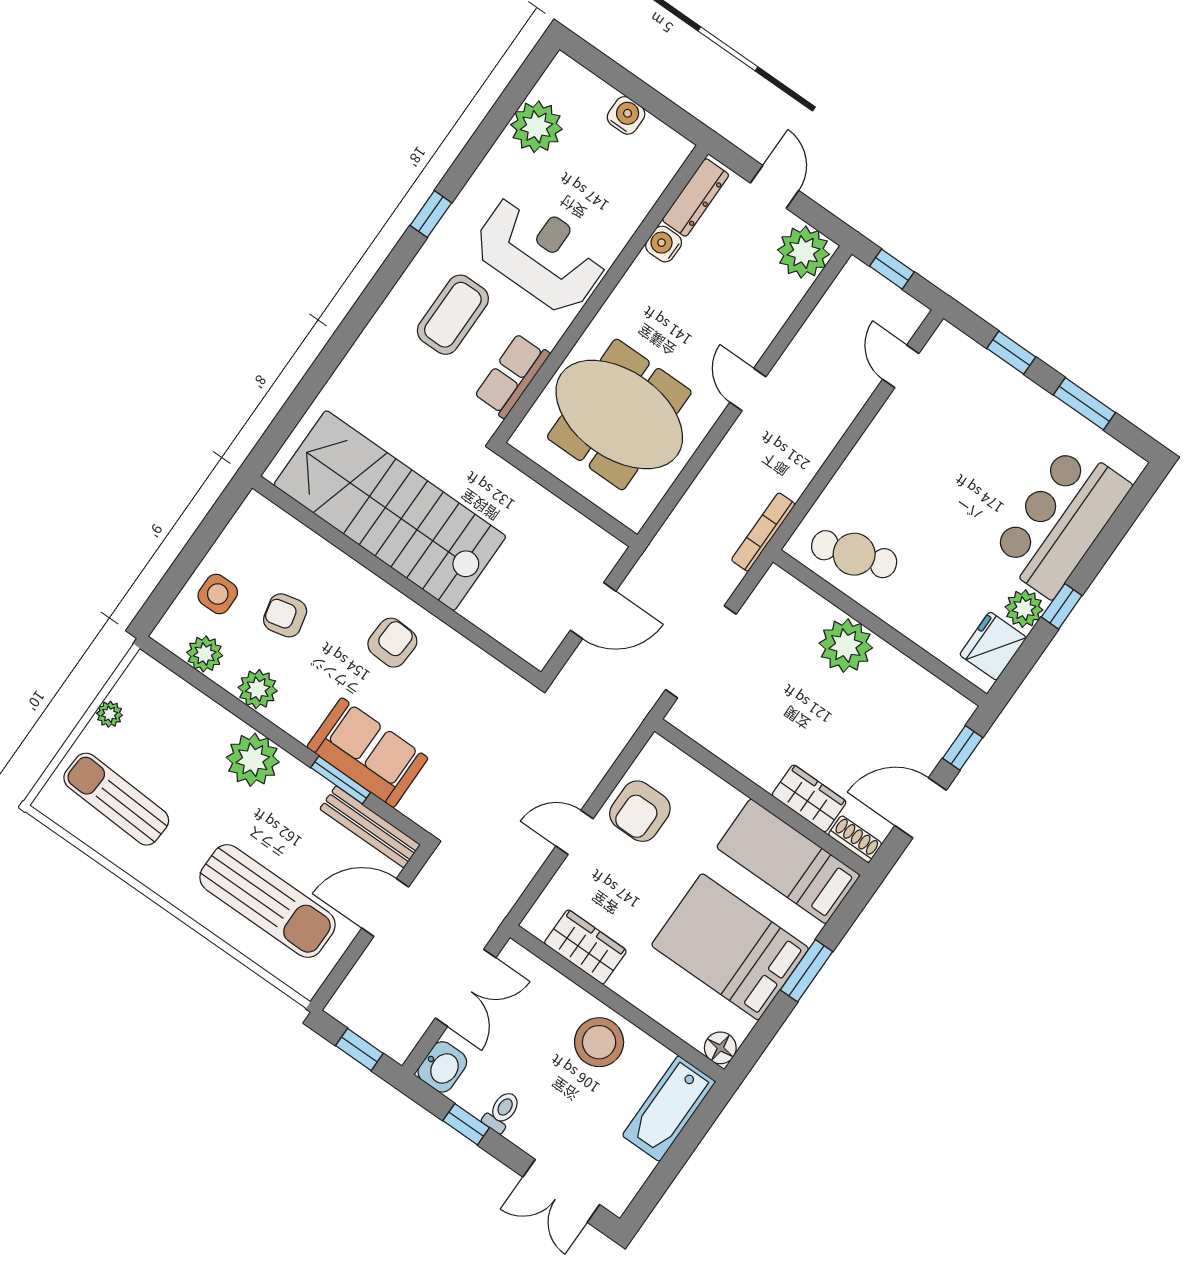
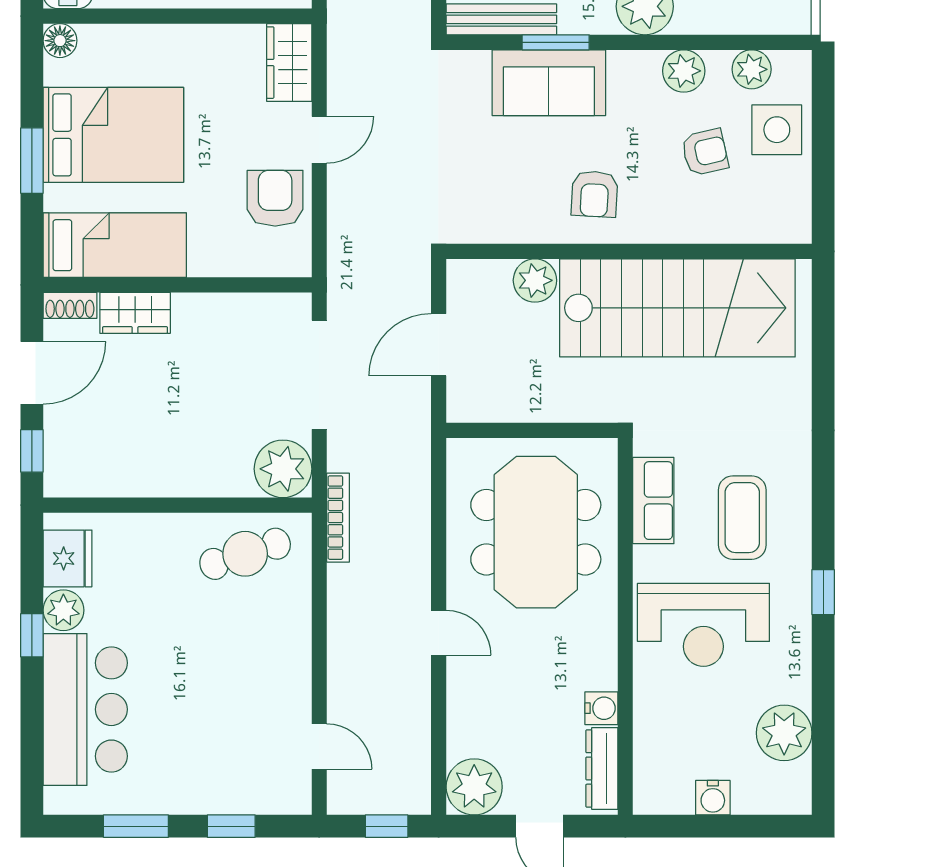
meeting table: (619, 414) -> (536, 532), turned 90
side table: (218, 594) -> (777, 130), width x1.37, depth x1.37
plant: (485, 608) -> (535, 280), added
plant: (846, 646) -> (283, 469), moved
wardrobe: (585, 947) -> (289, 63), moved, turned 90

